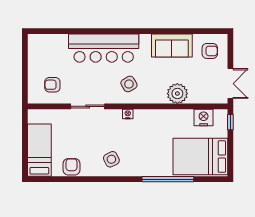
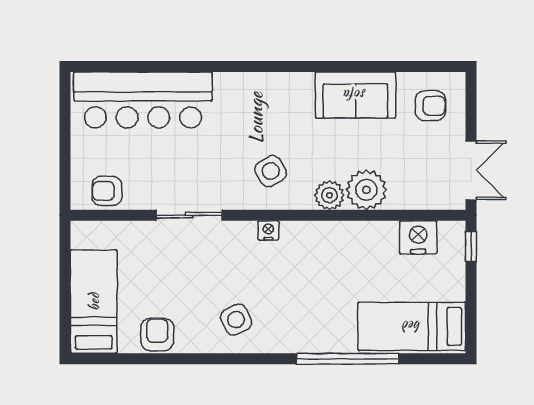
bar counter: (104, 48) -> (143, 100), moved
armchair: (52, 85) -> (107, 191), moved
plant: (159, 96) -> (329, 195), added
bed: (200, 157) -> (412, 326), width x0.67

